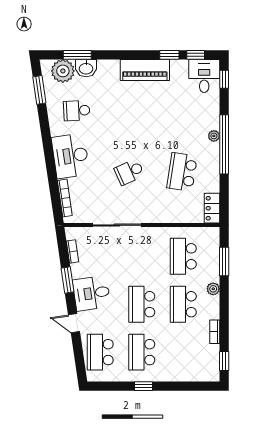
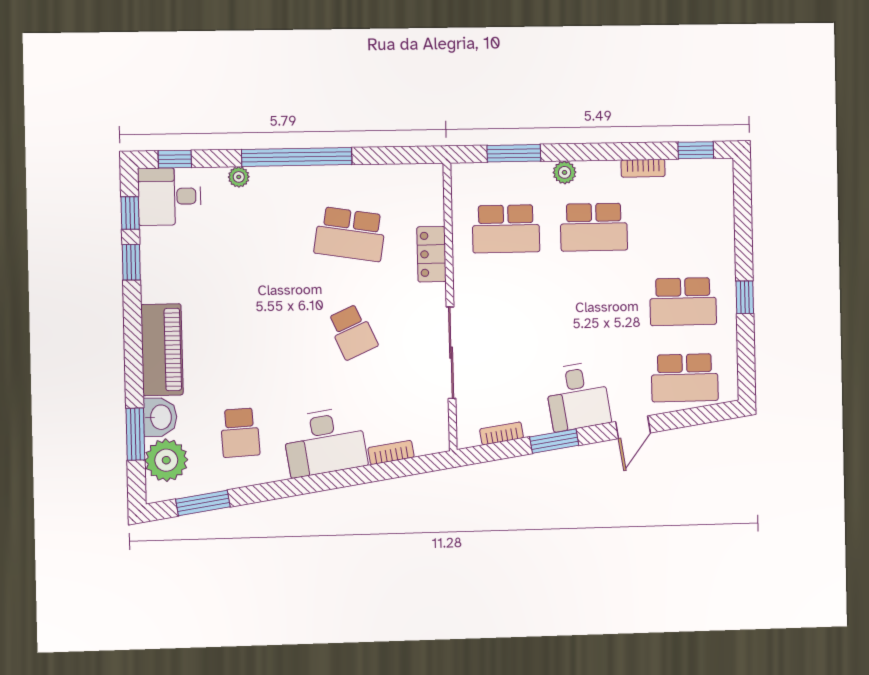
piano: (145, 70) -> (162, 350), moved
plant: (214, 136) -> (239, 177), moved
bookcase: (65, 198) -> (391, 452), width x0.64
locker: (212, 208) -> (431, 254), moved, turned 90
school desk: (142, 304) -> (596, 304), removed

